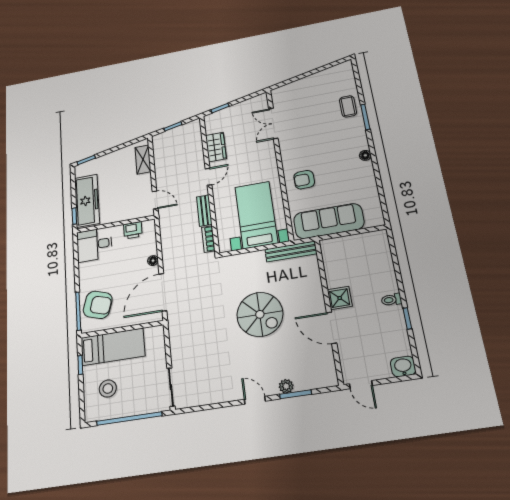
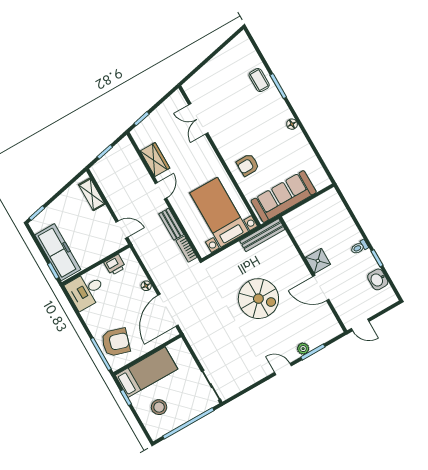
washbasin: (403, 366) -> (378, 279), moved, turned -90

